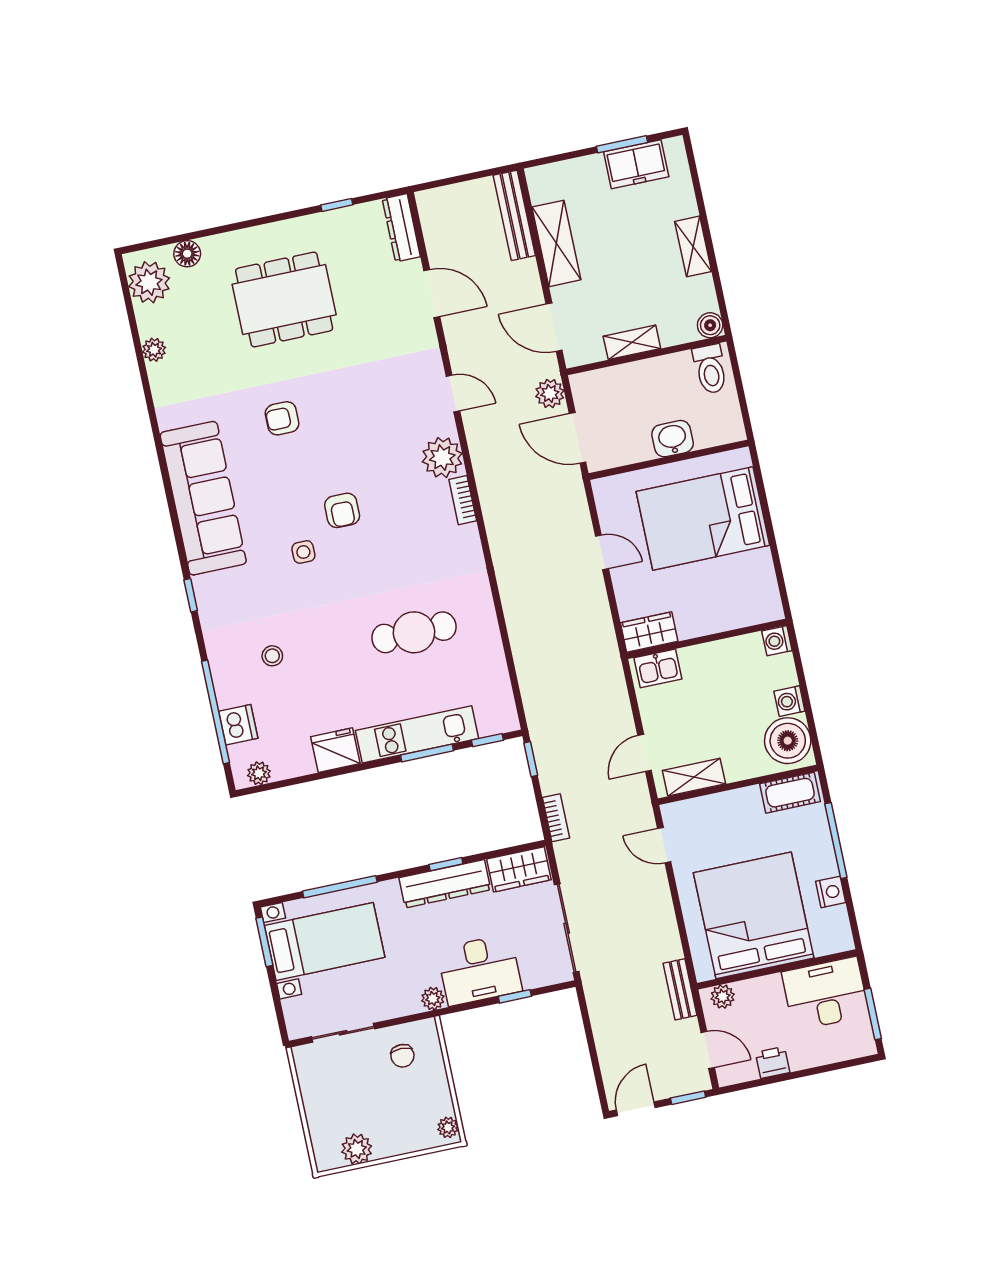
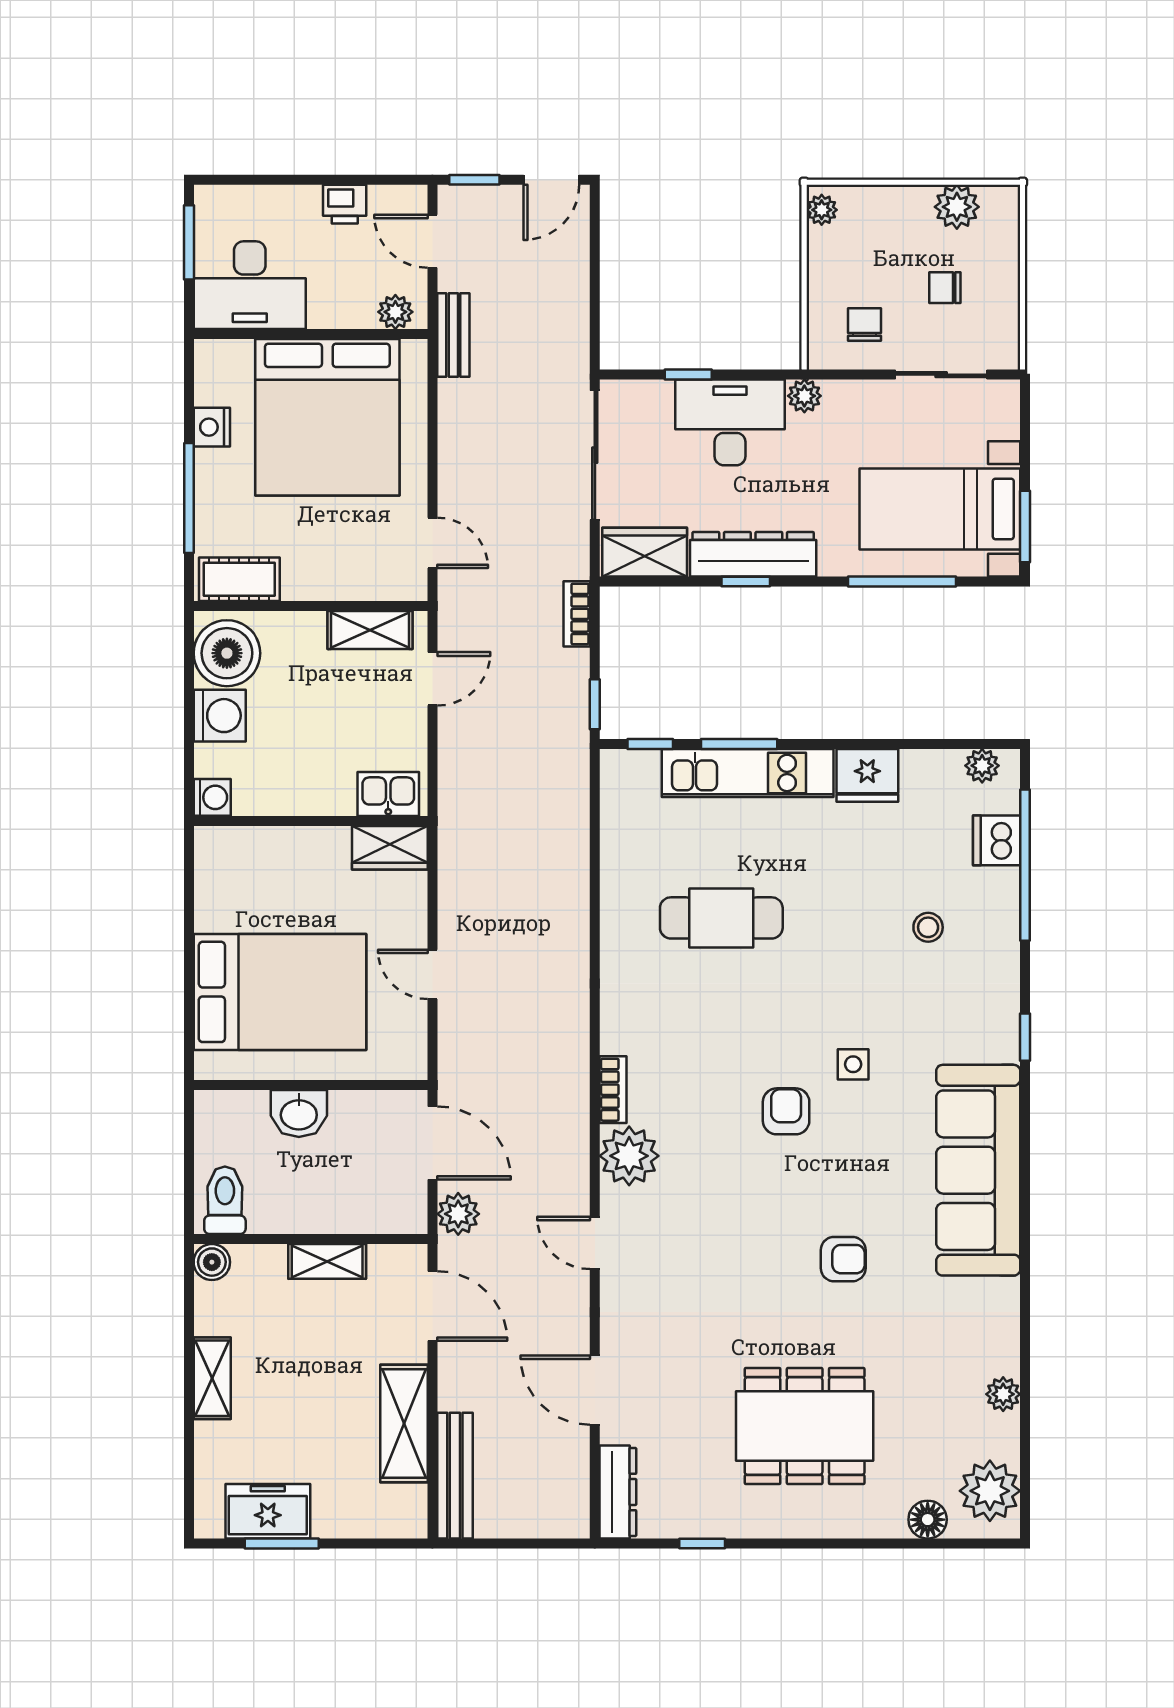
washing machine: (789, 701) -> (220, 716), width x1.38, depth x1.38
chair: (353, 1092) -> (945, 288), added

